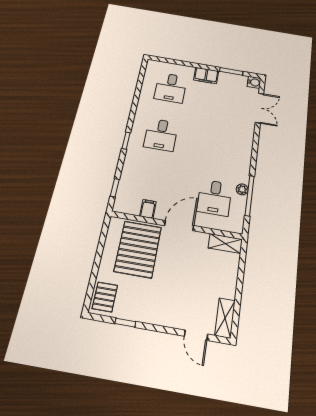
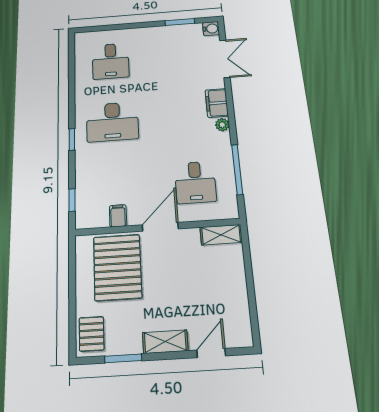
filing cabinet: (206, 76) -> (217, 103), moved, turned 90
desk: (161, 135) -> (112, 122), width x1.37
plant: (242, 189) -> (222, 125), moved
shelving: (225, 318) -> (165, 342), moved, turned 90
window: (125, 323) -> (123, 358), width x1.50
door: (196, 335) -> (211, 353), swing flipped

